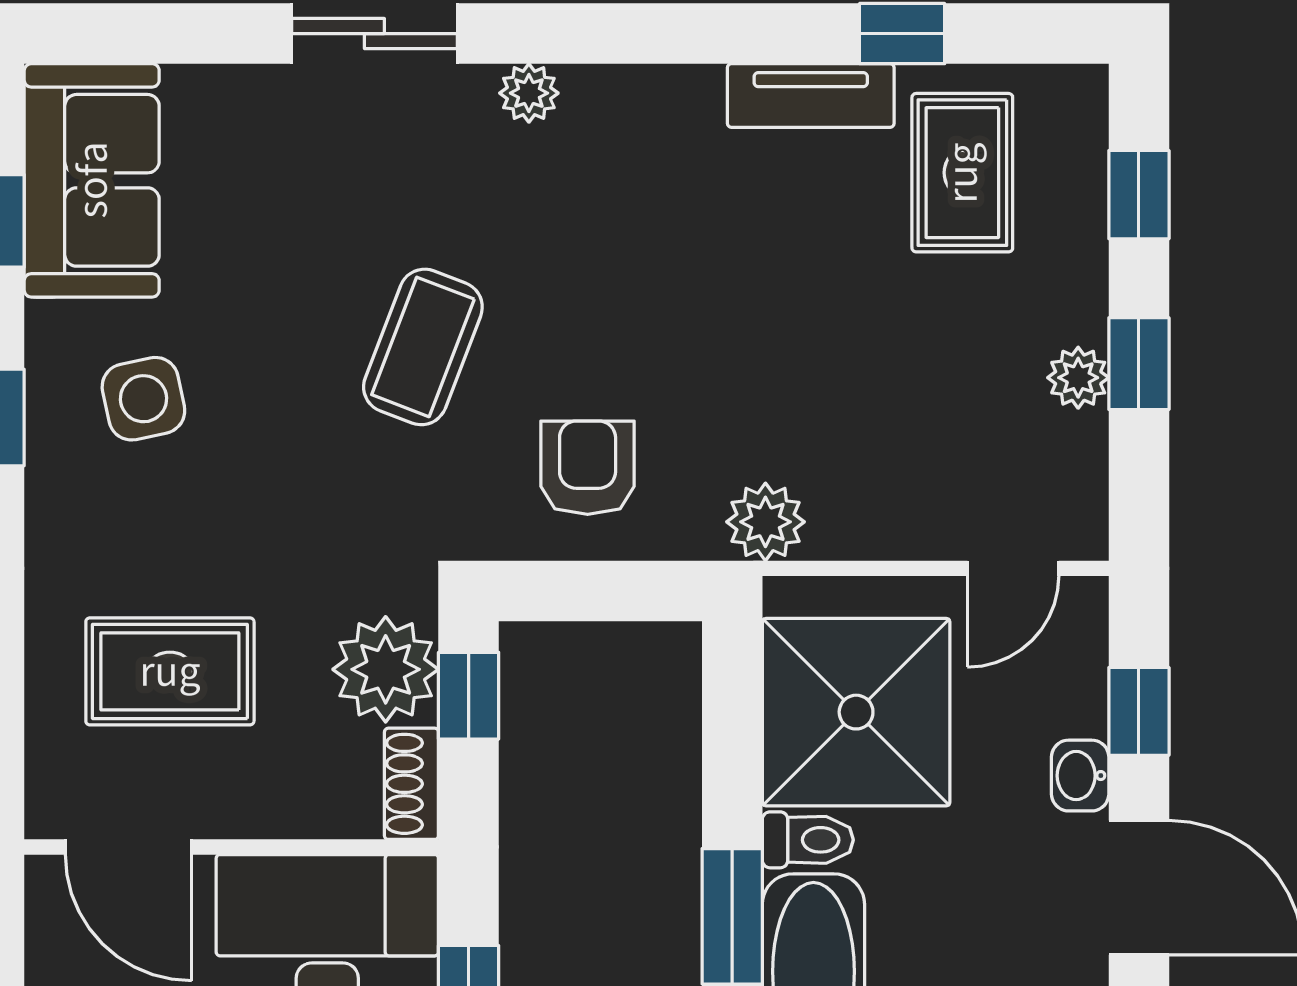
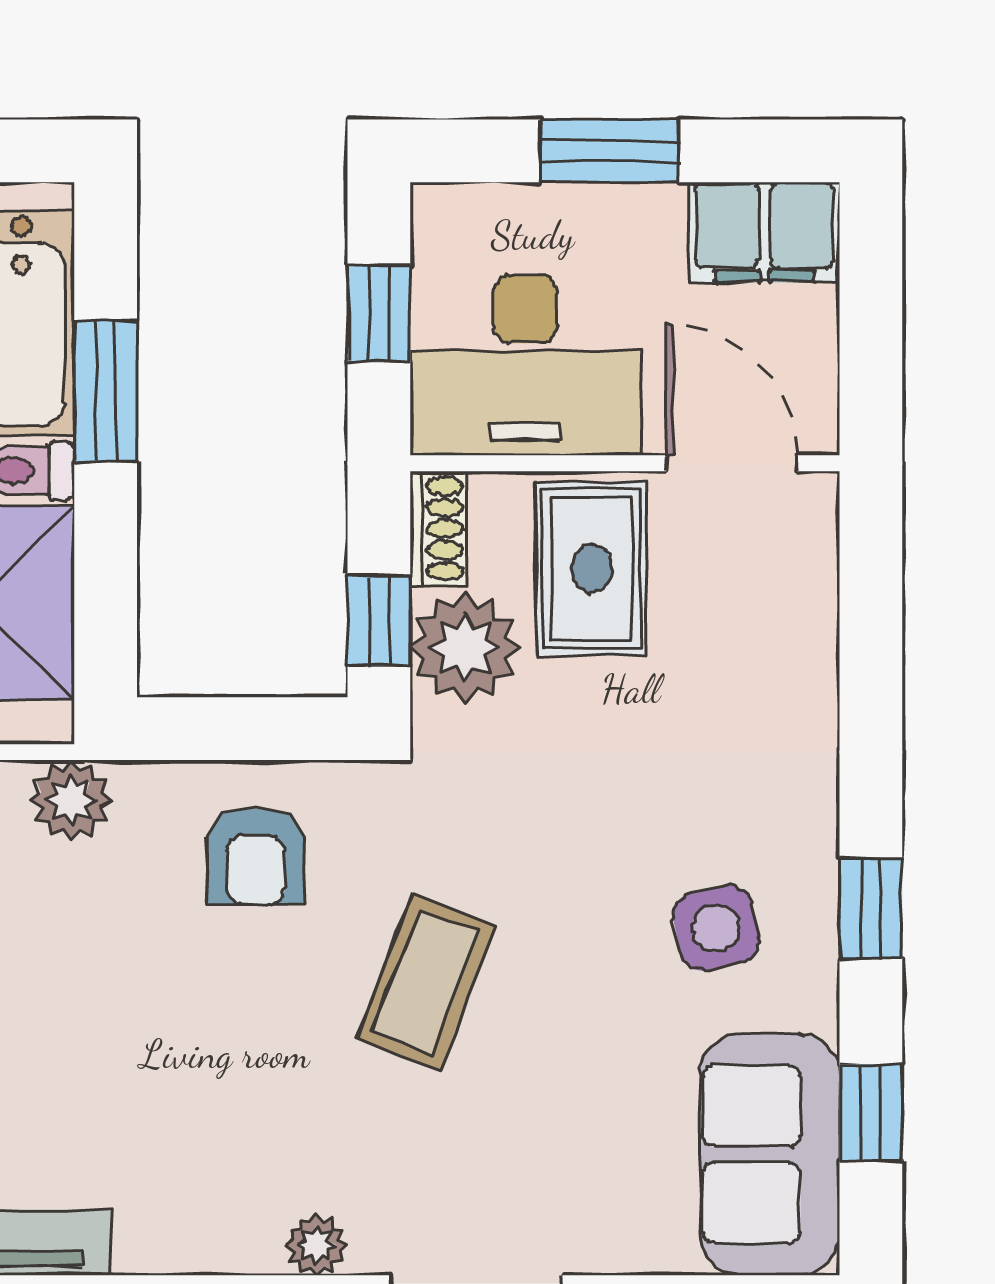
rug: (170, 671) -> (591, 569), moved, turned 90

